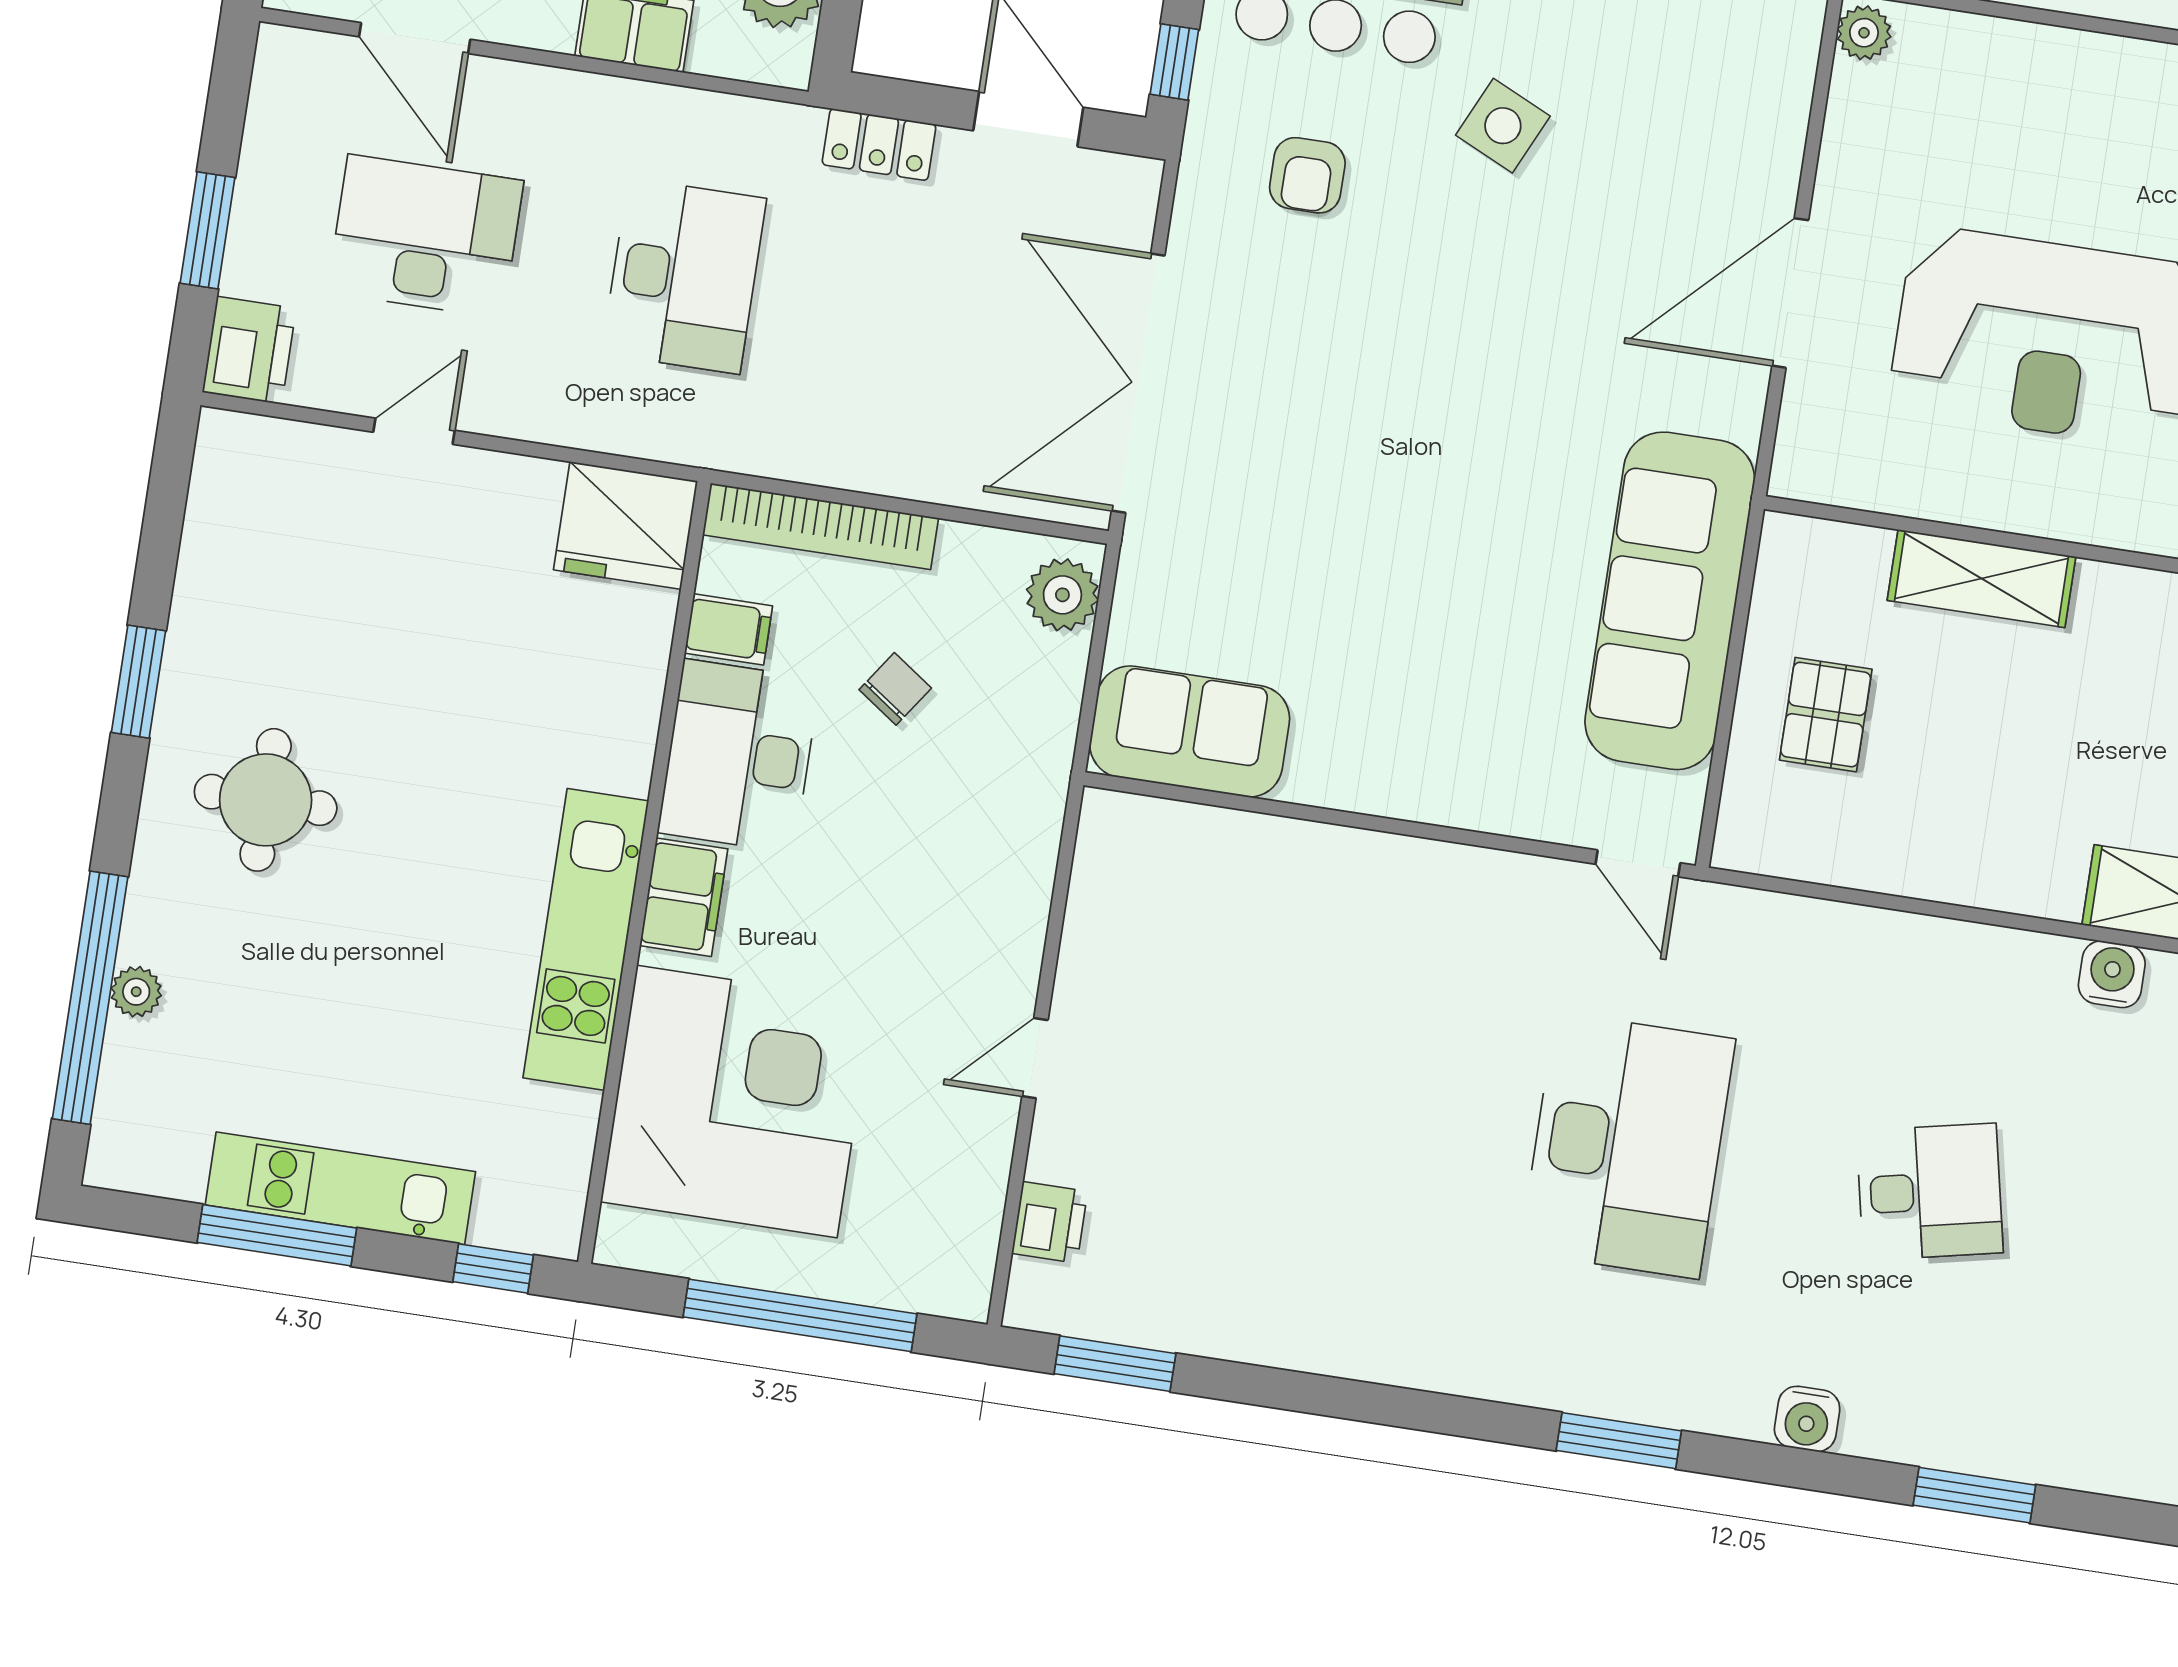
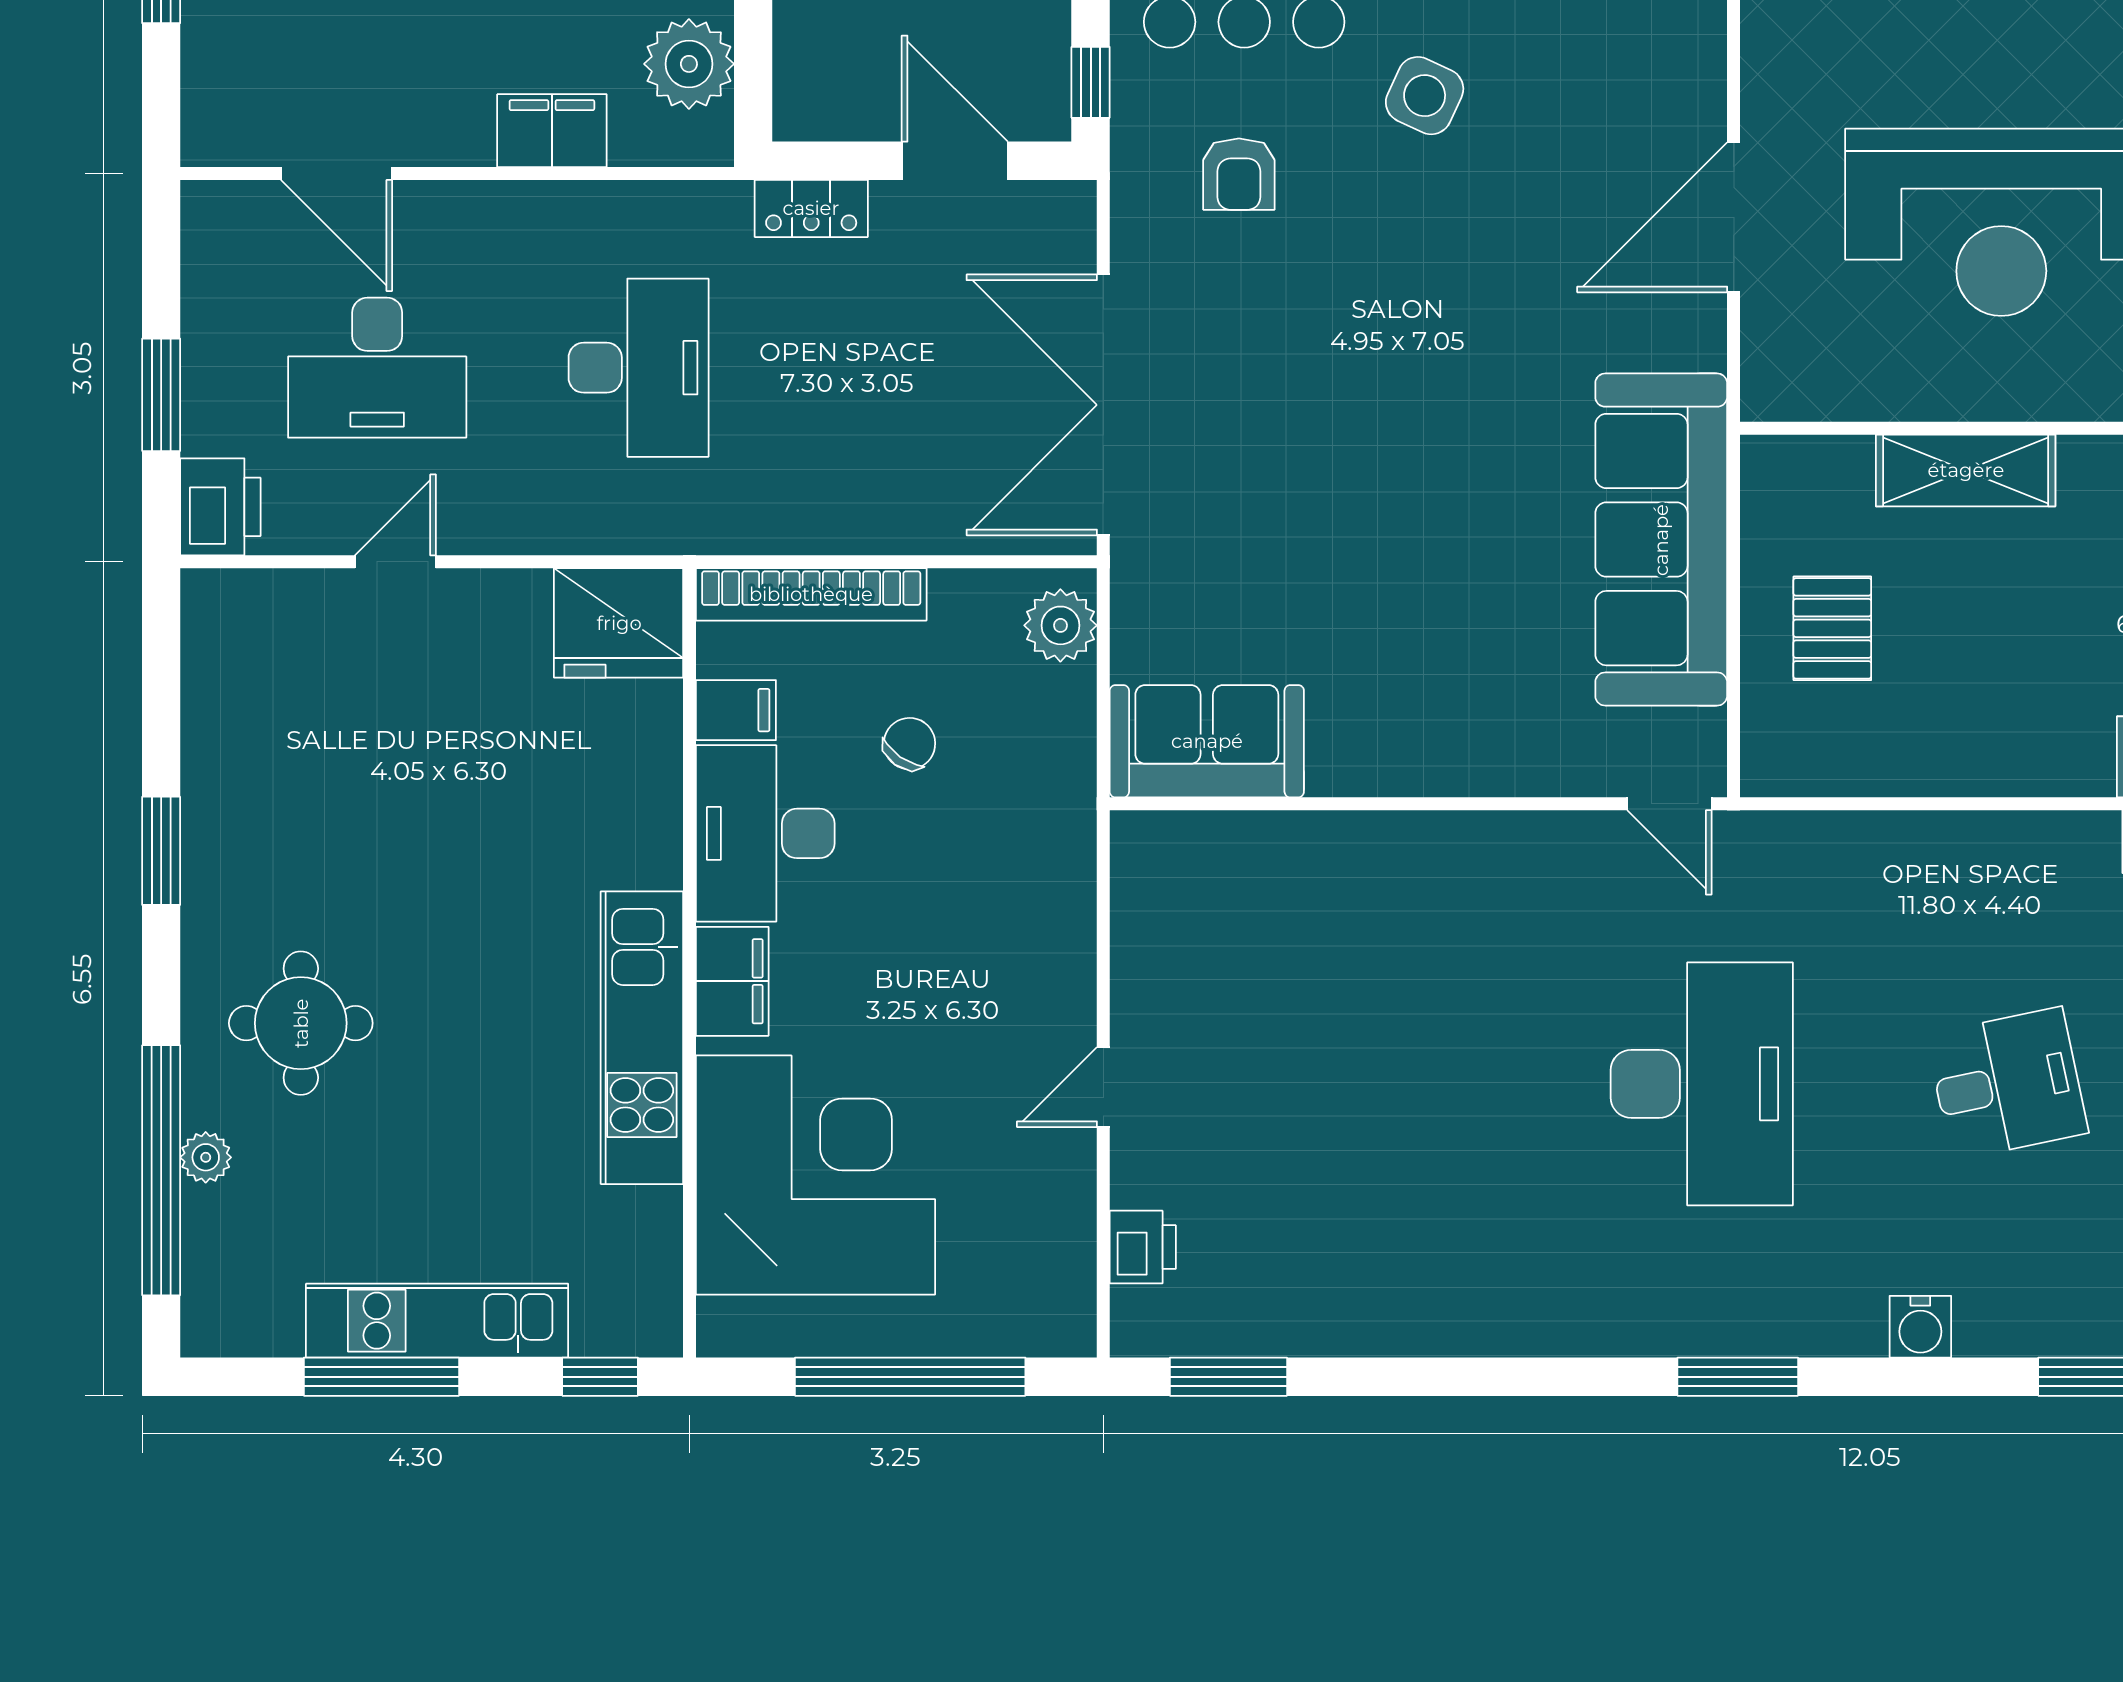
desk: (425, 236) -> (377, 368), turned 180
round table: (266, 800) -> (301, 1023), moved

